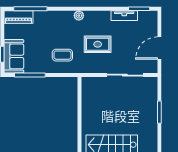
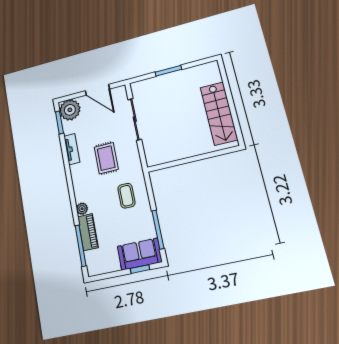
plant: (79, 16) -> (82, 209), moved
tv unit: (124, 16) -> (72, 149), moved
piano: (18, 17) -> (88, 232), moved
plant: (148, 20) -> (70, 110), added

